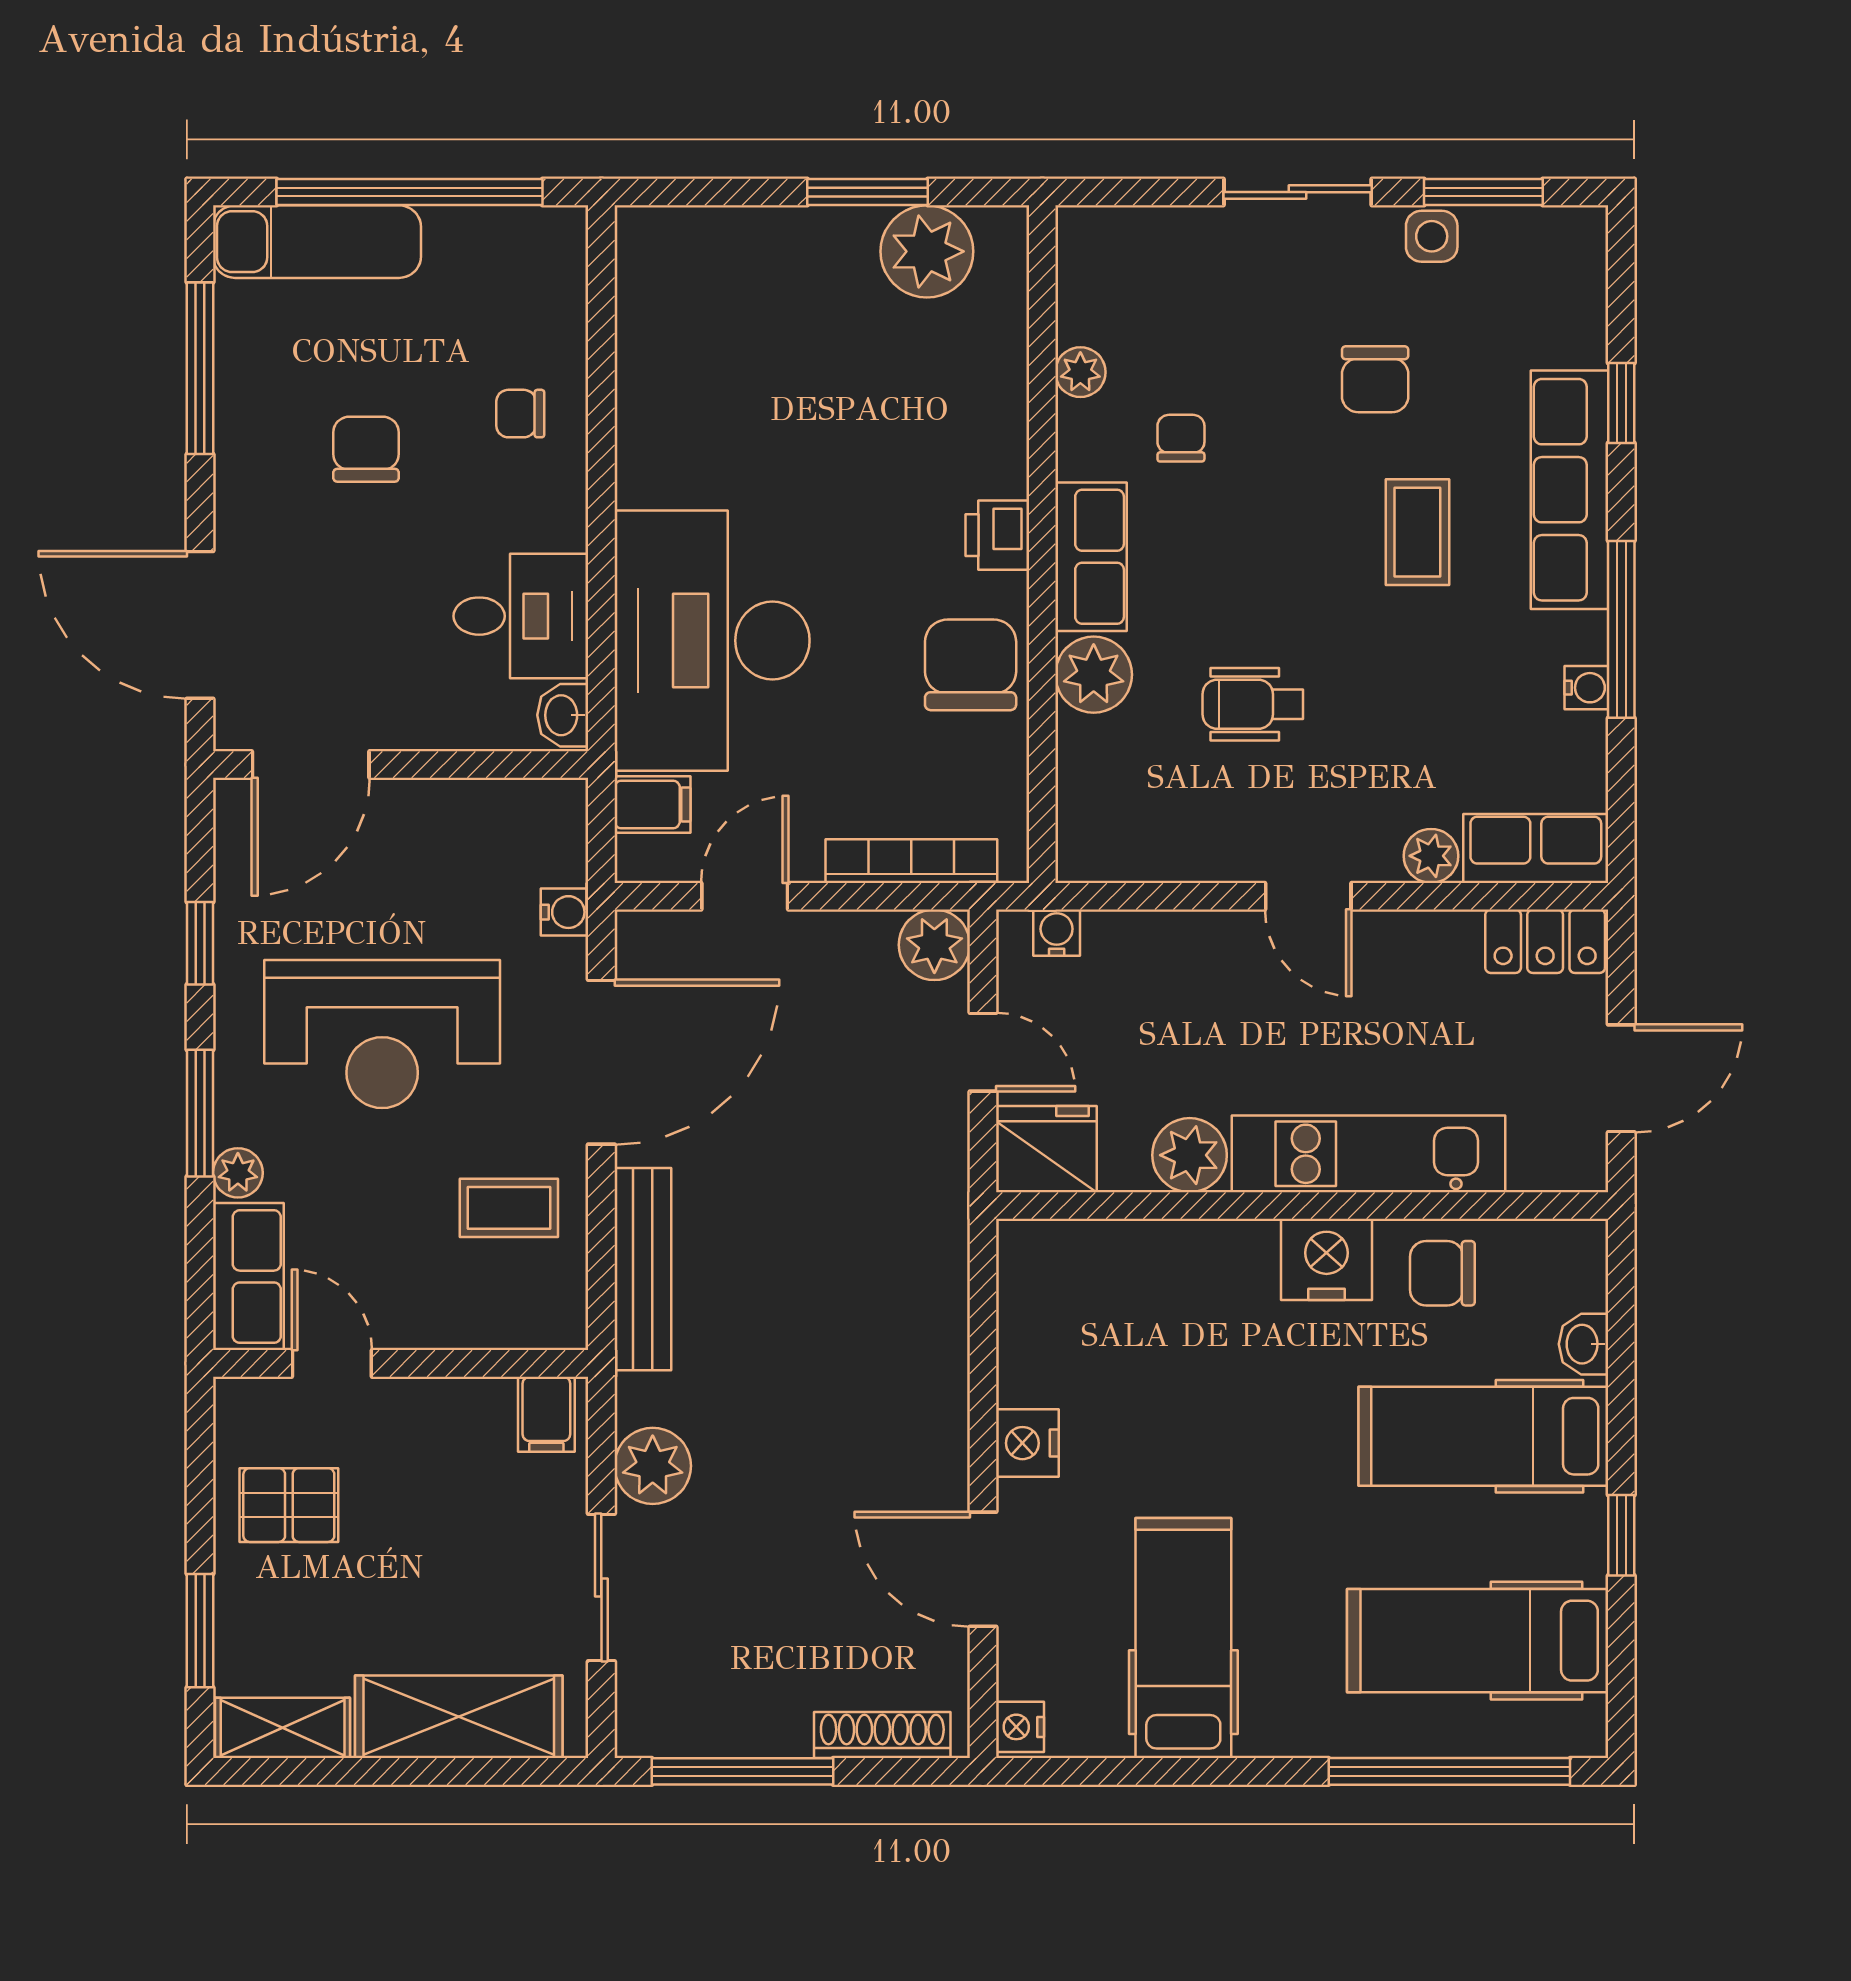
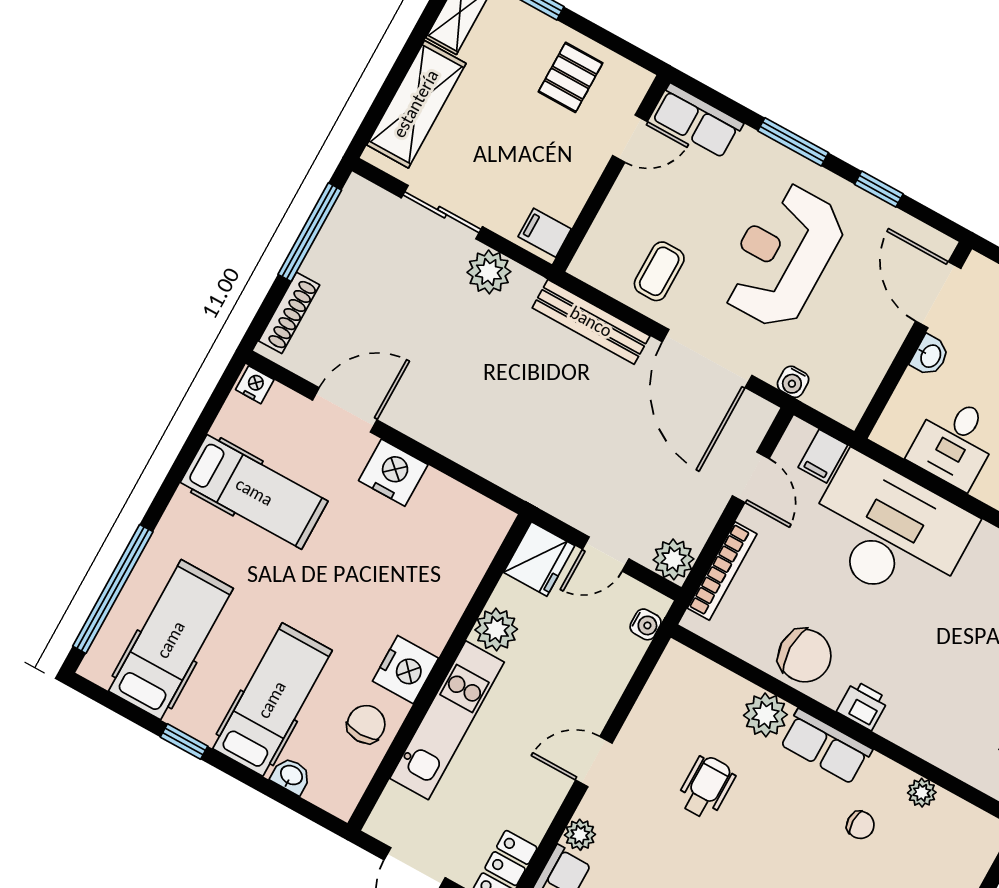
washbasin: (563, 715) -> (930, 356), moved, turned 90
plant: (238, 1173) -> (752, 144), removed
nightstand: (1027, 1443) -> (393, 473), width x1.36, depth x1.33

